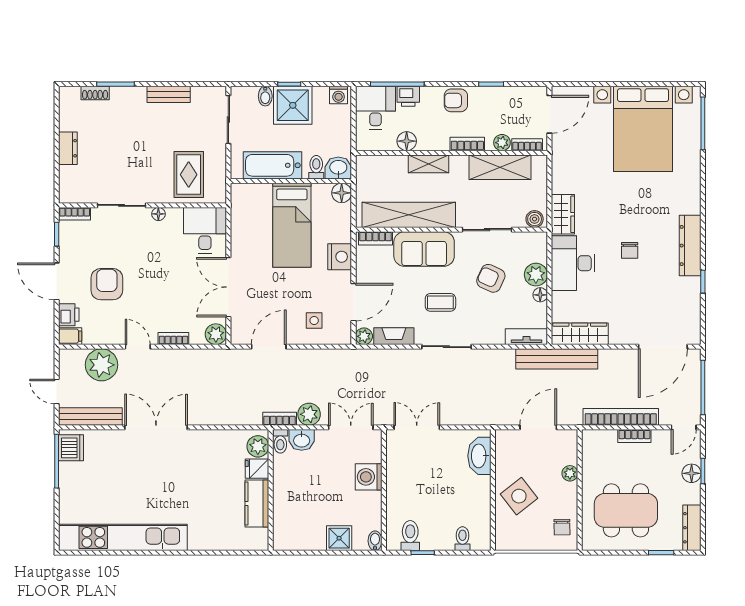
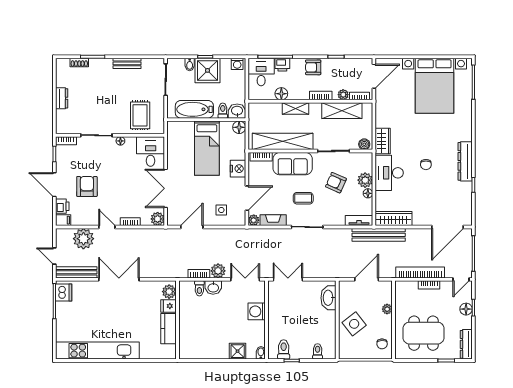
plant: (258, 446) -> (169, 292), moved
fridge: (257, 469) -> (169, 306), moved
wall: (271, 490) -> (177, 320), moved
kitchen counter: (257, 504) -> (169, 329), moved

